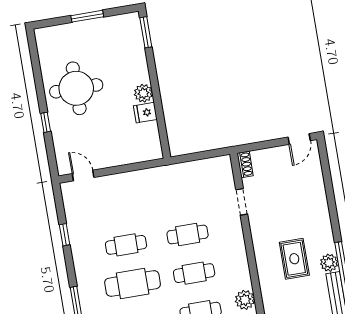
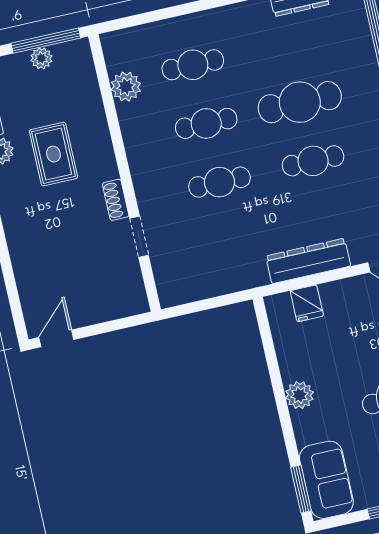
sofa: (129, 37) -> (326, 480), added
fridge: (145, 113) -> (307, 303), moved, turned 90
shoe rack: (245, 164) -> (116, 200), moved
dresser: (133, 180) -> (308, 261), added

